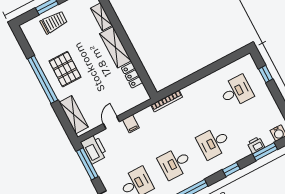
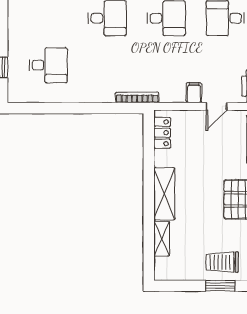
locker: (132, 75) -> (162, 133), moved
desk: (236, 91) -> (48, 65), turned 180

